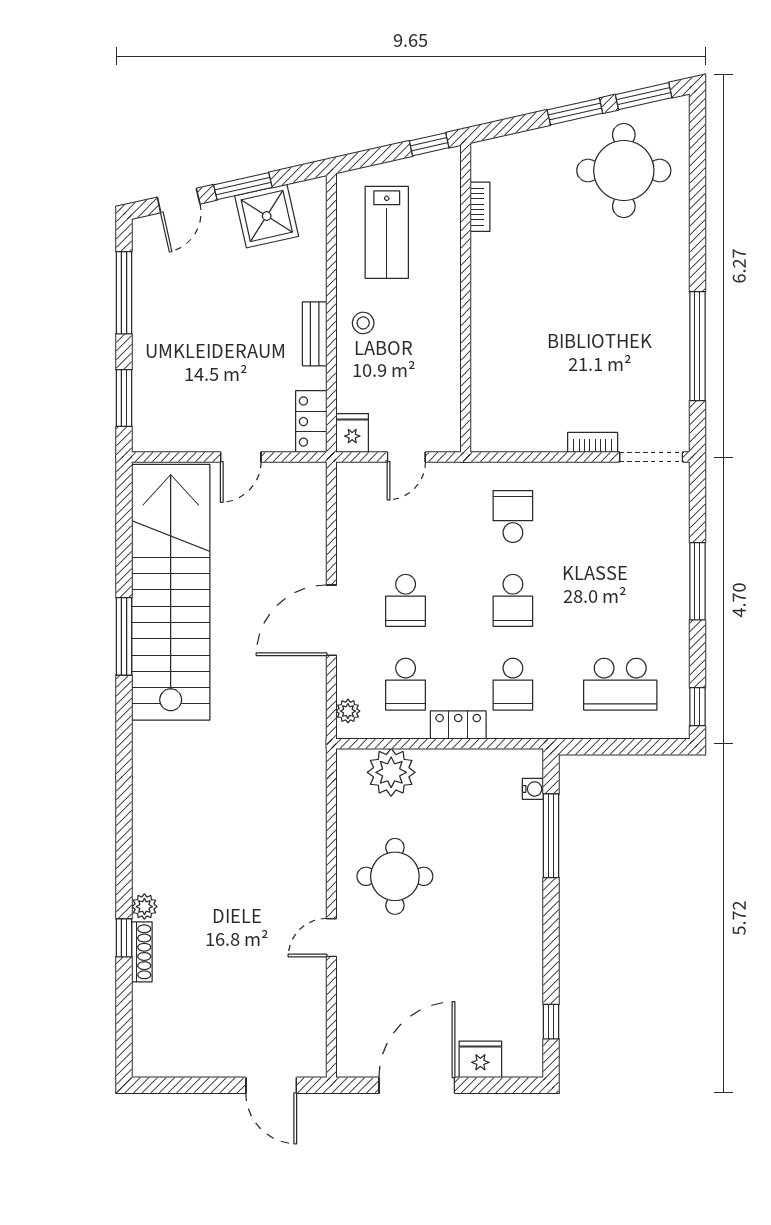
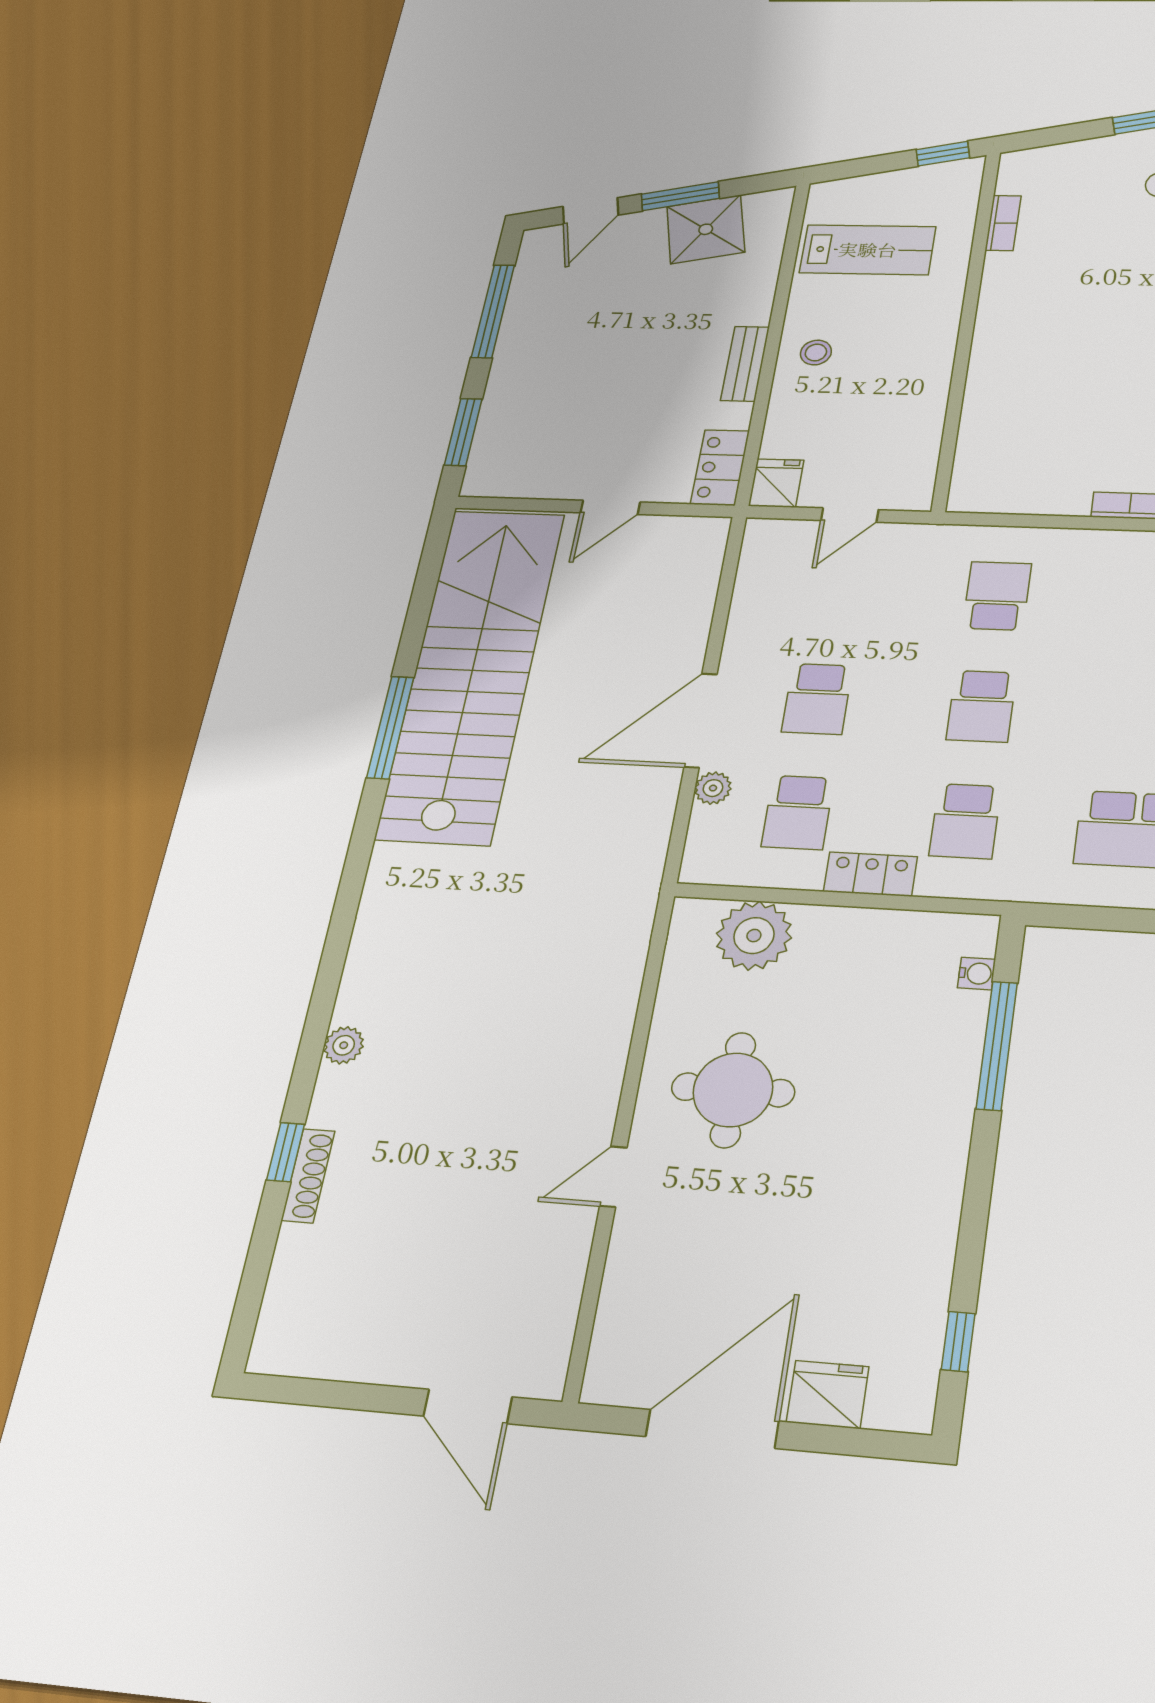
lab bench: (387, 232) -> (868, 250), turned -90
plant: (348, 711) -> (713, 788), moved
plant: (144, 907) -> (344, 1045), moved

